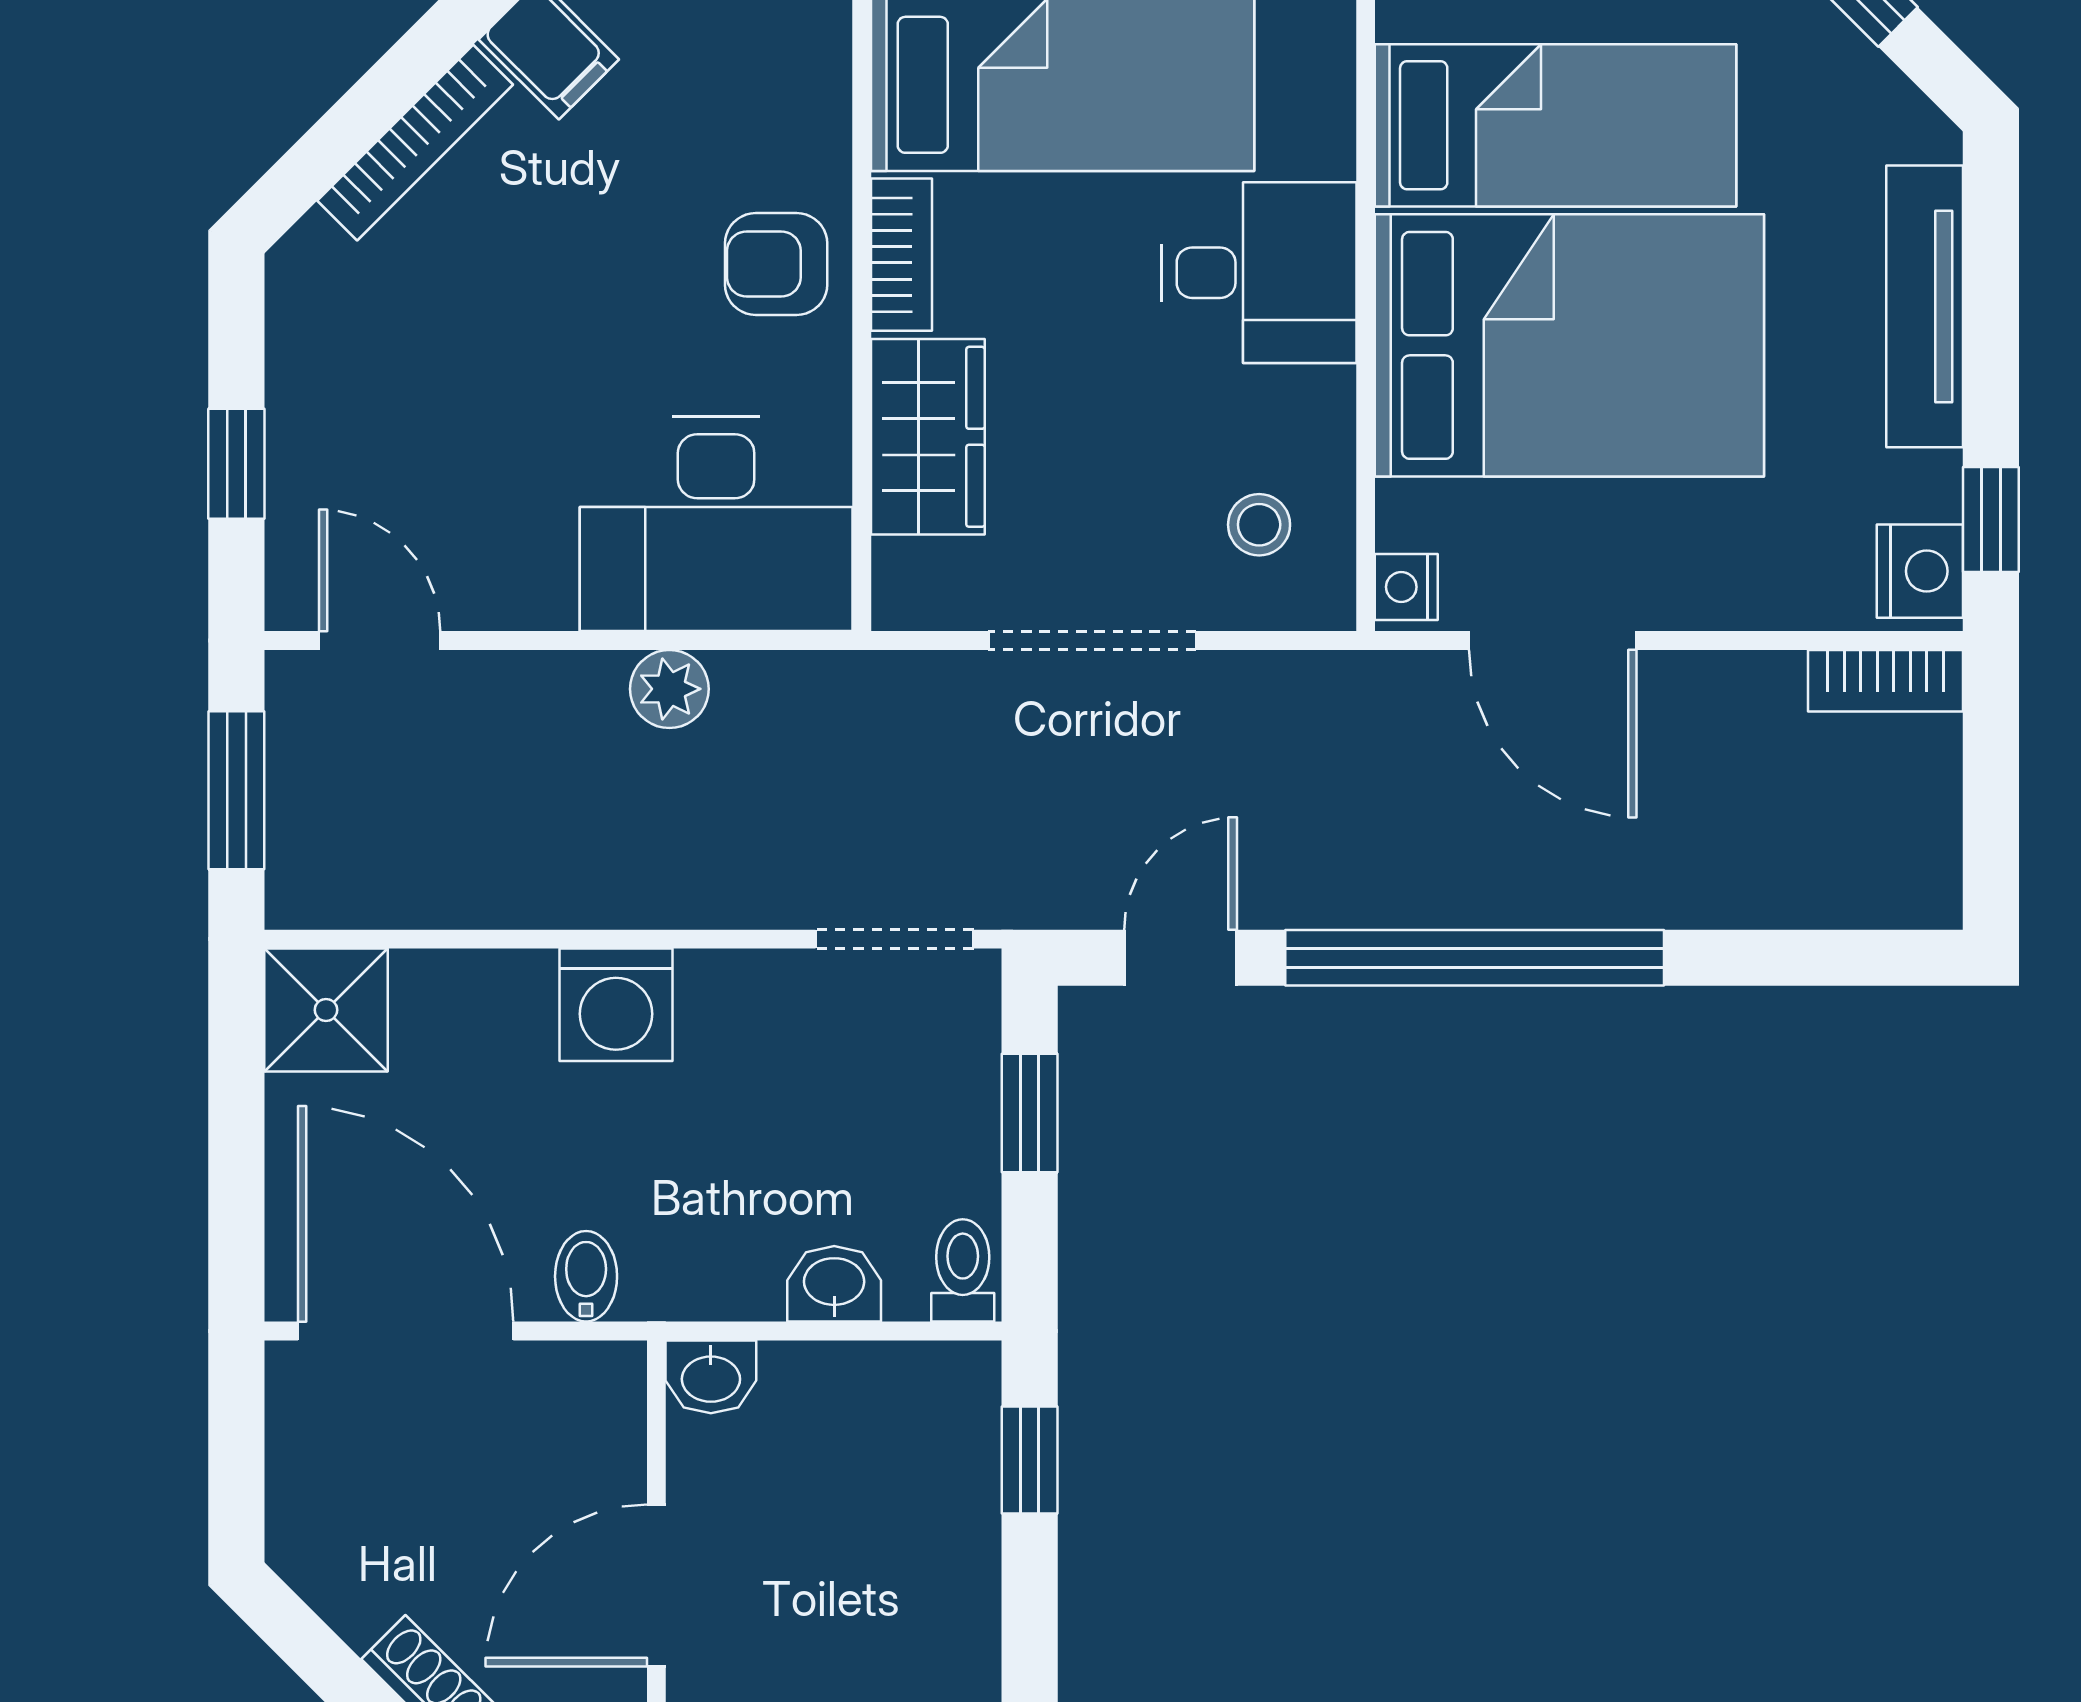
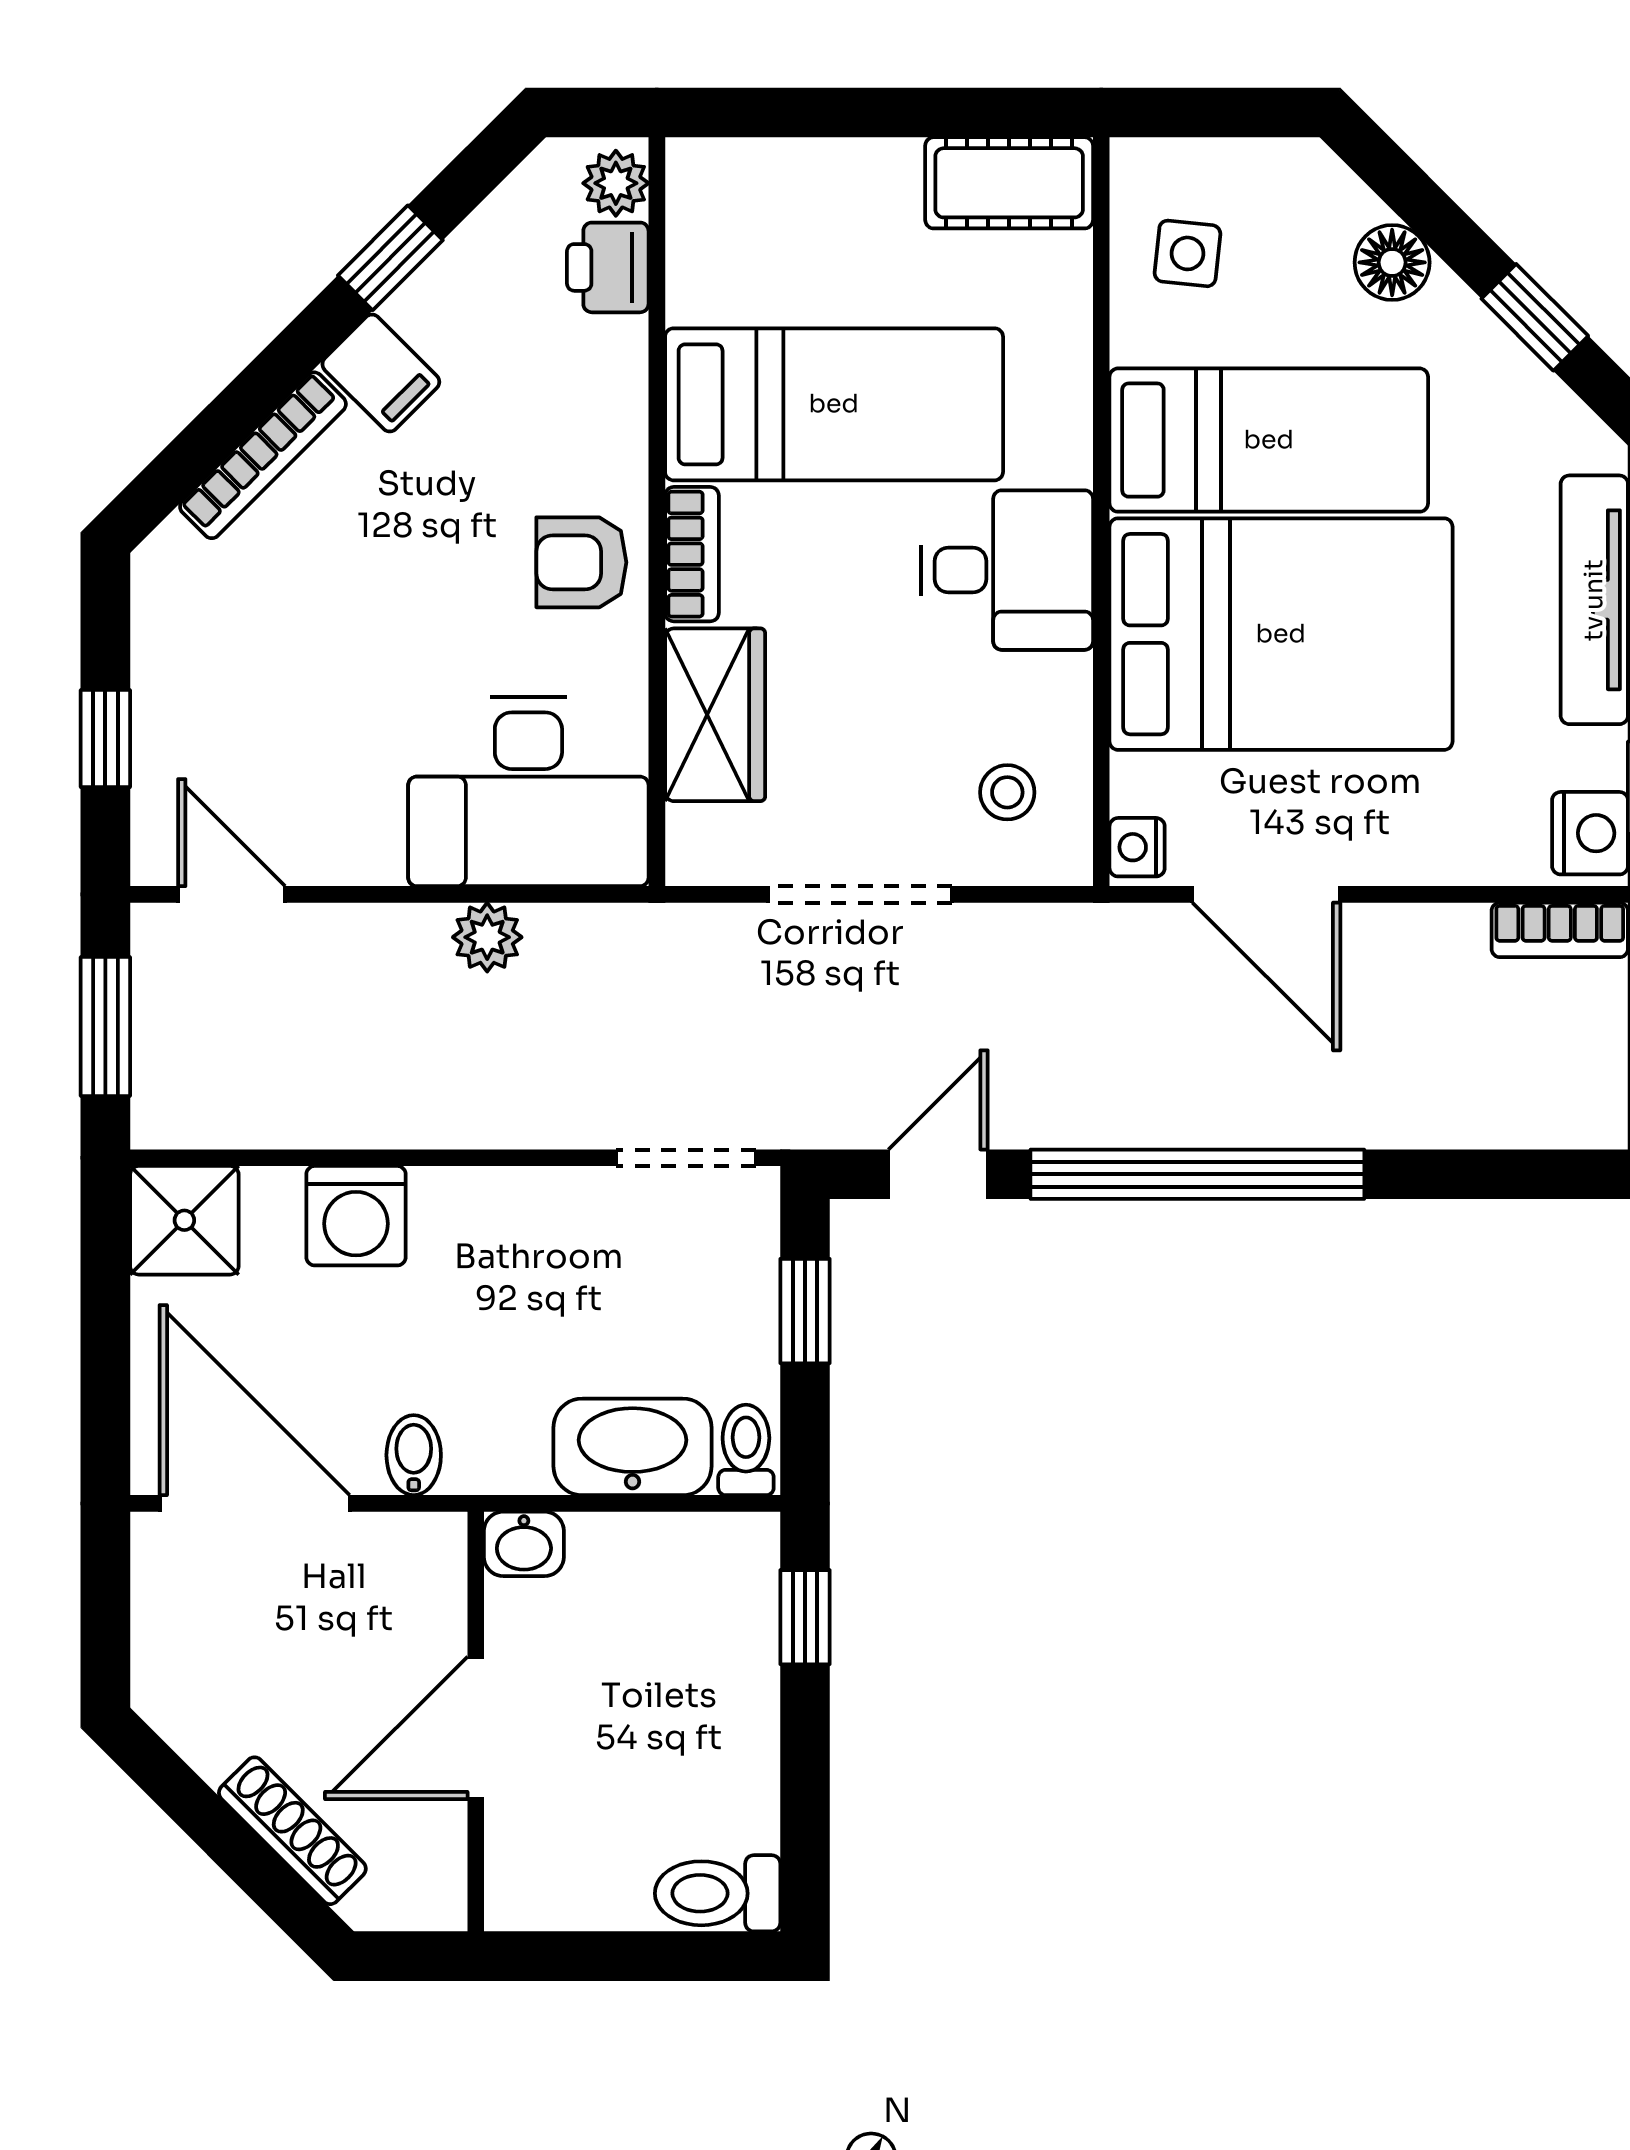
washing machine: (616, 1005) -> (356, 1216), moved
washbasin: (834, 1284) -> (633, 1447), width x1.91, depth x1.45

